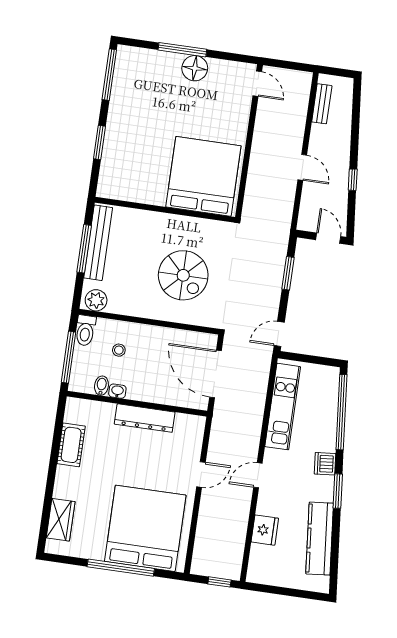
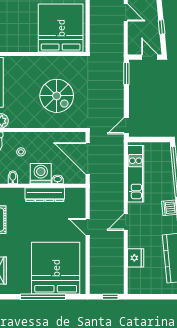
window: (353, 180) -> (162, 27), moved
window: (288, 273) -> (126, 73), moved
washing machine: (143, 386) -> (41, 174), added
washbasin: (117, 391) -> (58, 179), moved
door: (201, 474) -> (88, 227), swing flipped

